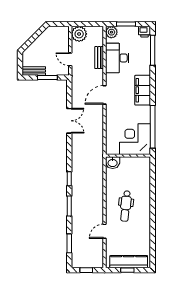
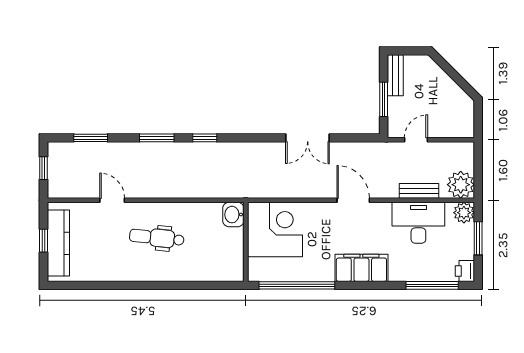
plant: (79, 34) -> (461, 185), moved
corner desk: (135, 139) -> (275, 230), moved

